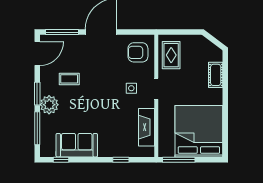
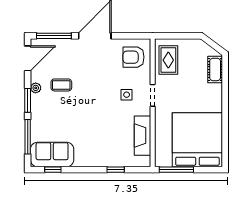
cot: (216, 75) -> (215, 69), moved
plant: (49, 105) -> (36, 88), moved, width x0.53, depth x0.53
sofa: (77, 145) -> (52, 154), moved

